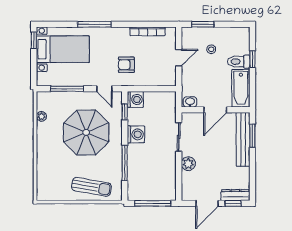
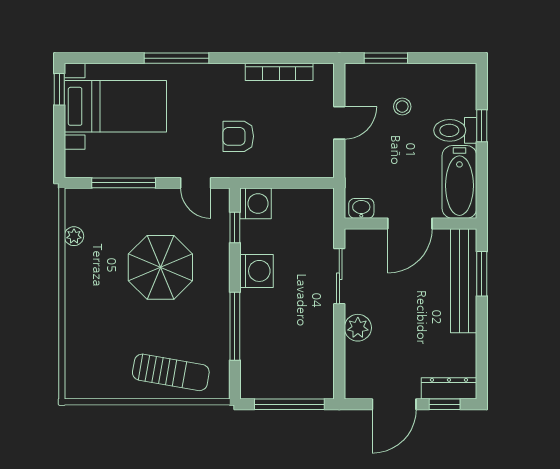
parasol: (86, 132) -> (160, 267), width x0.73, depth x0.73

